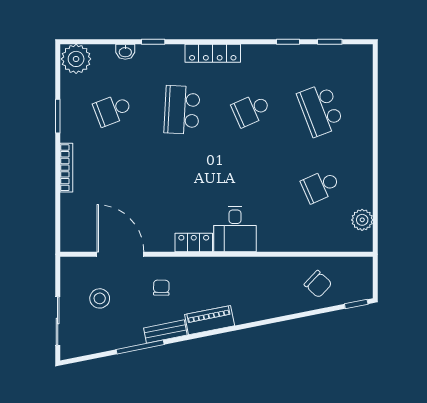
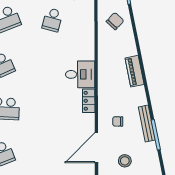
school desk: (320, 186) -> (52, 20), turned 39
piano: (210, 320) -> (135, 71), moved
bench: (165, 332) -> (147, 123), width x1.36

